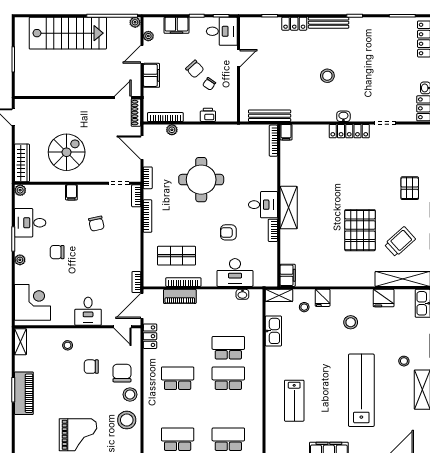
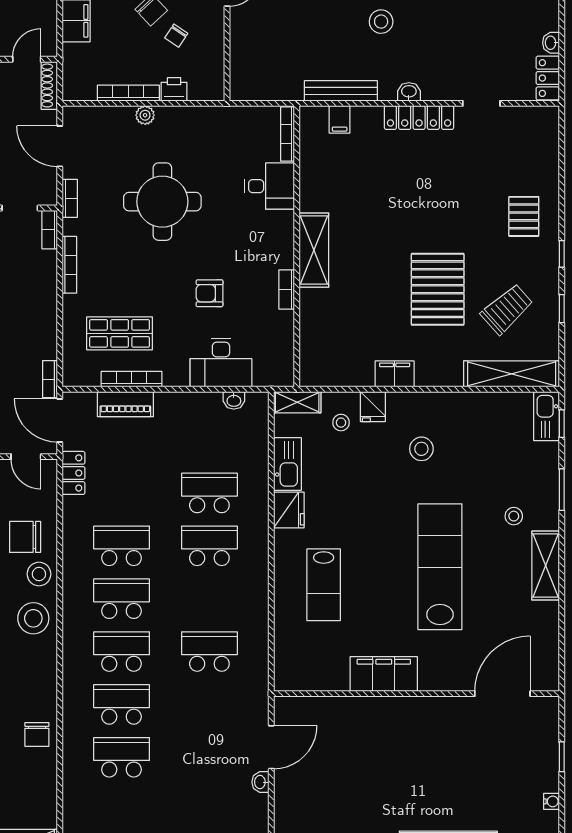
bench: (270, 116) -> (341, 91), moved
bookcase: (165, 117) -> (128, 93), moved
plant: (172, 130) -> (145, 115), moved
filing cabinet: (286, 132) -> (340, 119), moved
desk: (263, 205) -> (270, 186), moved
filing cabinet: (288, 275) -> (395, 374), moved, turned -90
fridge: (384, 298) -> (289, 510), moved, turned -90
door: (142, 306) -> (60, 420), hinge flipped
chair: (122, 373) -> (25, 537), turned -90
school desk: (178, 409) -> (122, 599), added

